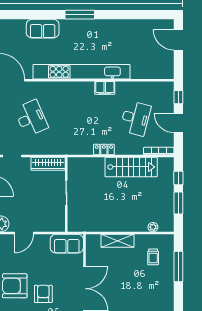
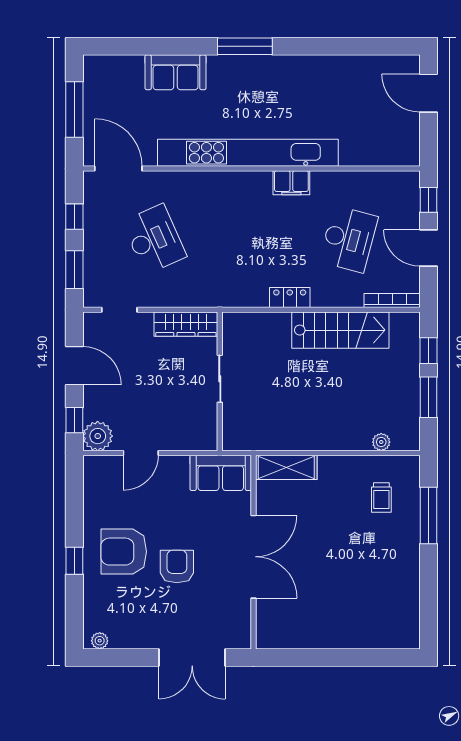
shelving: (118, 241) -> (286, 467), moved

